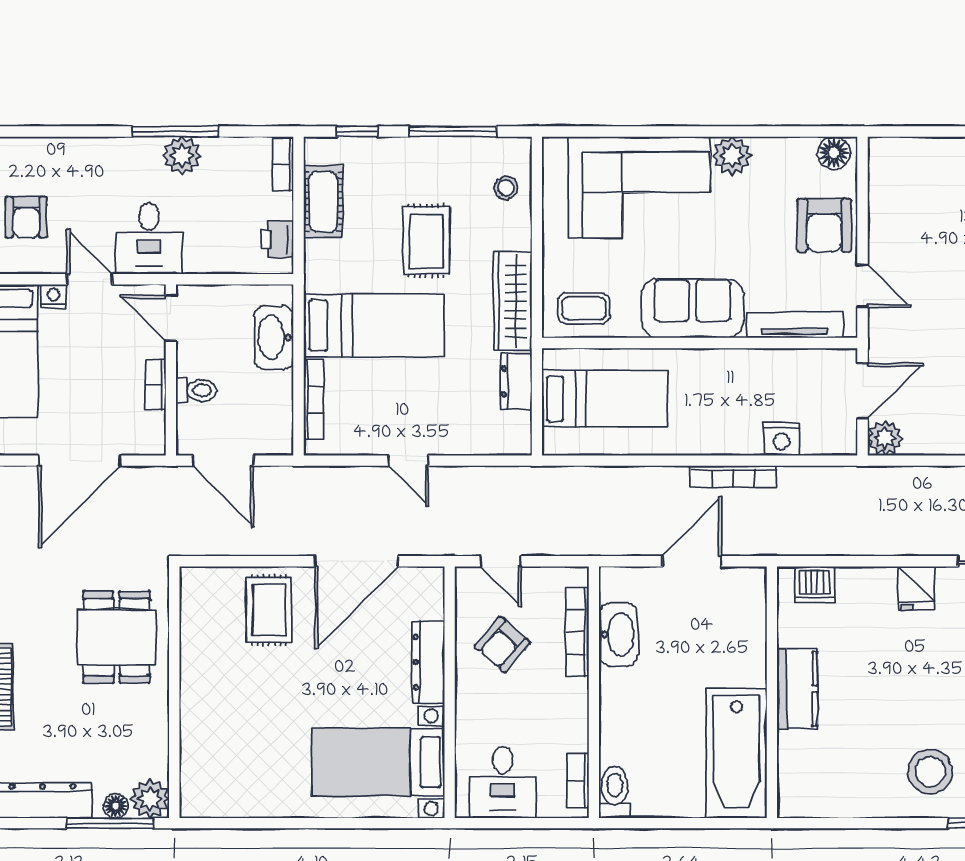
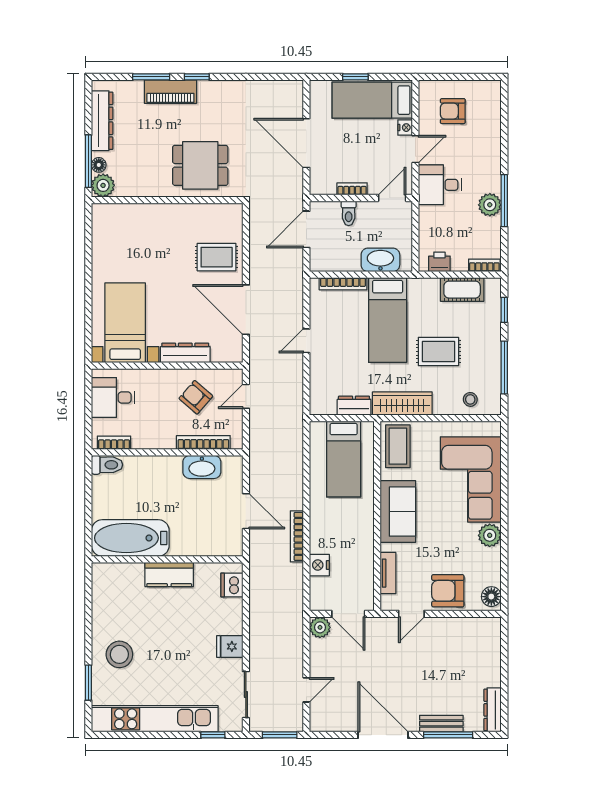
coffee table: (584, 308) -> (398, 446), width x1.36, depth x1.30
tv unit: (795, 325) -> (388, 573), width x0.71

